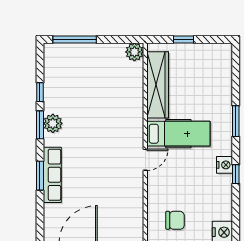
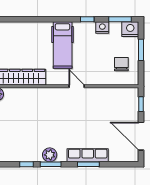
window: (236, 121) -> (120, 19), moved
hospital bed: (178, 134) -> (63, 45), moved, turned 180
nightstand: (225, 165) -> (102, 27), moved

